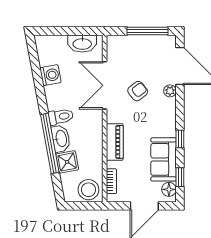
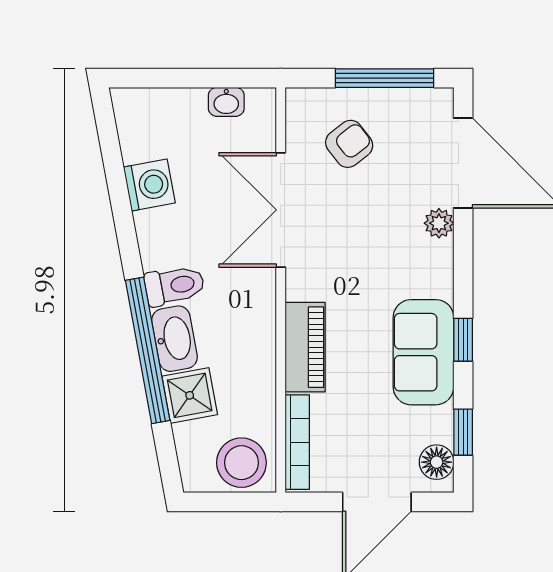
washbasin: (82, 44) -> (226, 102), width x0.52, depth x0.69
armchair: (138, 91) -> (349, 144), moved
sofa: (164, 159) -> (423, 352), moved
bookcase: (111, 181) -> (297, 442), width x1.56

